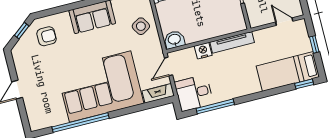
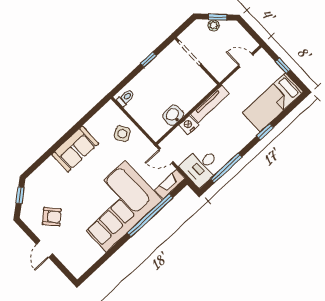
armchair: (46, 36) -> (52, 217), moved, turned 48
washbasin: (174, 40) -> (173, 115), moved
door: (169, 66) -> (166, 156), hinge flipped
window: (304, 84) -> (265, 132), moved
window: (81, 123) -> (150, 215), moved

